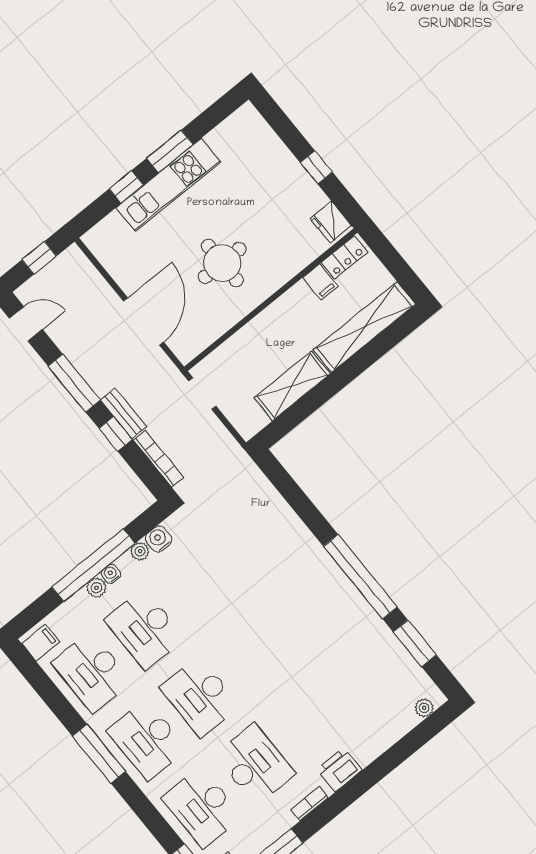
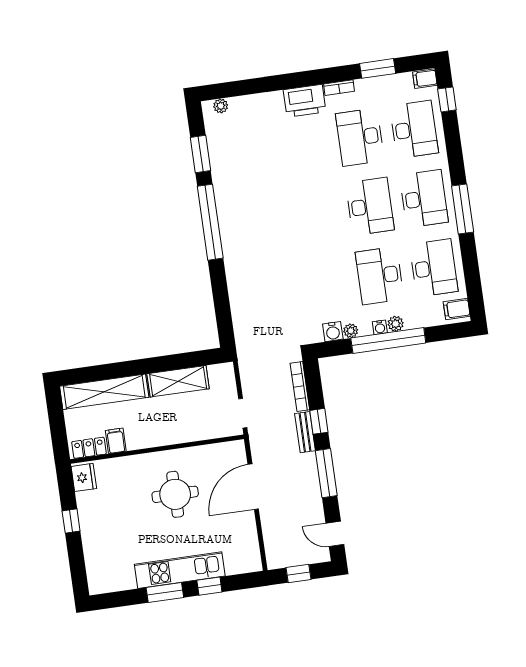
desk: (145, 629) -> (380, 276), turned 180
printer: (340, 770) -> (305, 101), width x1.37, depth x1.19

